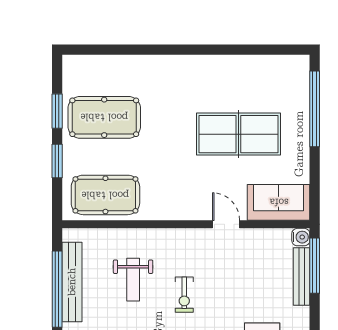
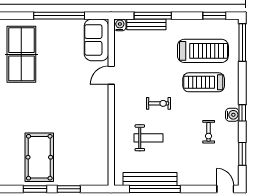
window: (315, 109) -> (59, 16), moved
table tennis table: (238, 134) -> (21, 54), moved
pool table: (105, 195) -> (91, 156), removed
window: (315, 266) -> (153, 16), moved

